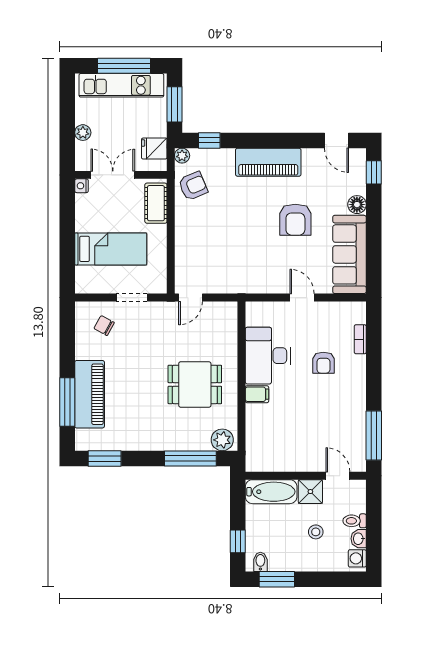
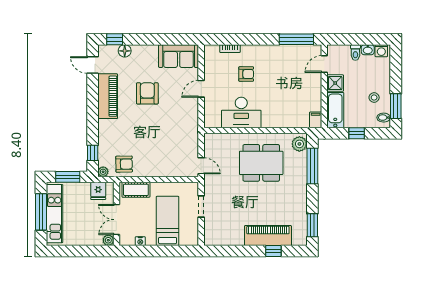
plant: (83, 133) -> (108, 240), moved
door: (336, 140) -> (93, 65), swing flipped
piano: (268, 162) -> (108, 96), moved
nightstand: (82, 186) -> (140, 241), moved
armchair: (193, 186) -> (124, 164), turned 112
floor lamp: (357, 205) -> (125, 51), moved
armchair: (295, 220) -> (147, 93), turned -90
sofa: (349, 254) -> (179, 56), width x0.73
chair: (104, 326) -> (220, 226), removed
dining table: (195, 384) -> (261, 163), width x1.38
filing cabinet: (257, 394) -> (316, 120), moved
window: (67, 402) -> (273, 251), width x0.46
stool: (316, 532) -> (374, 98), moved
window: (238, 541) -> (357, 133), moved

